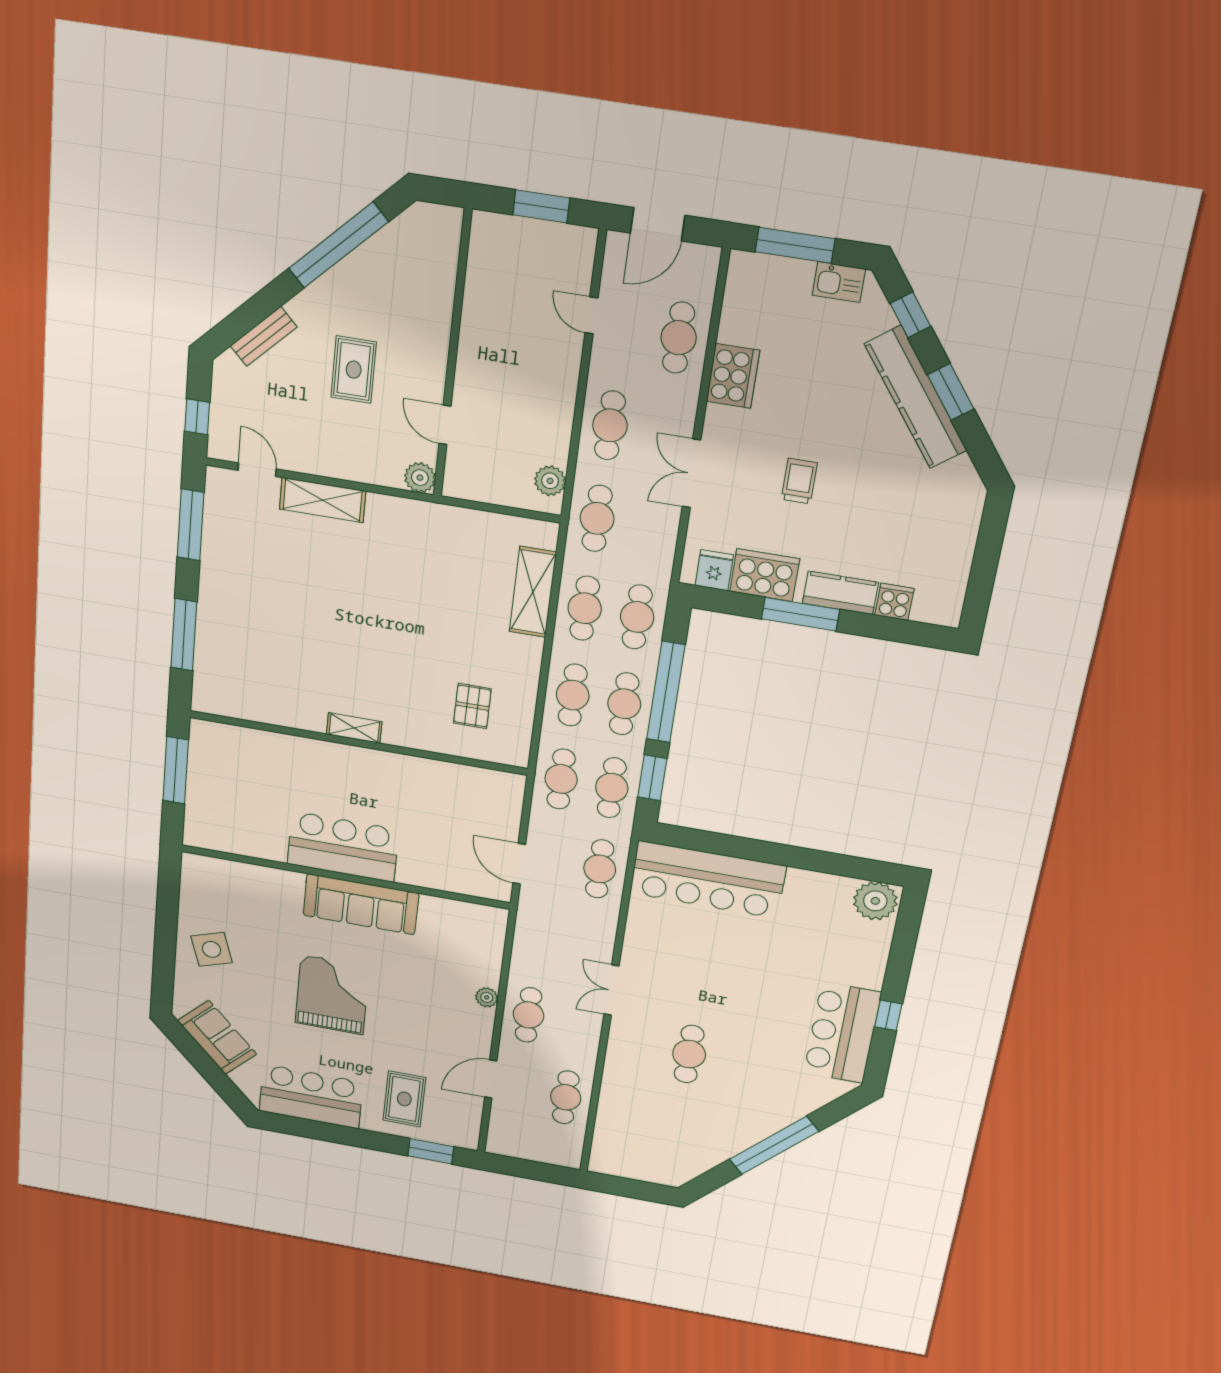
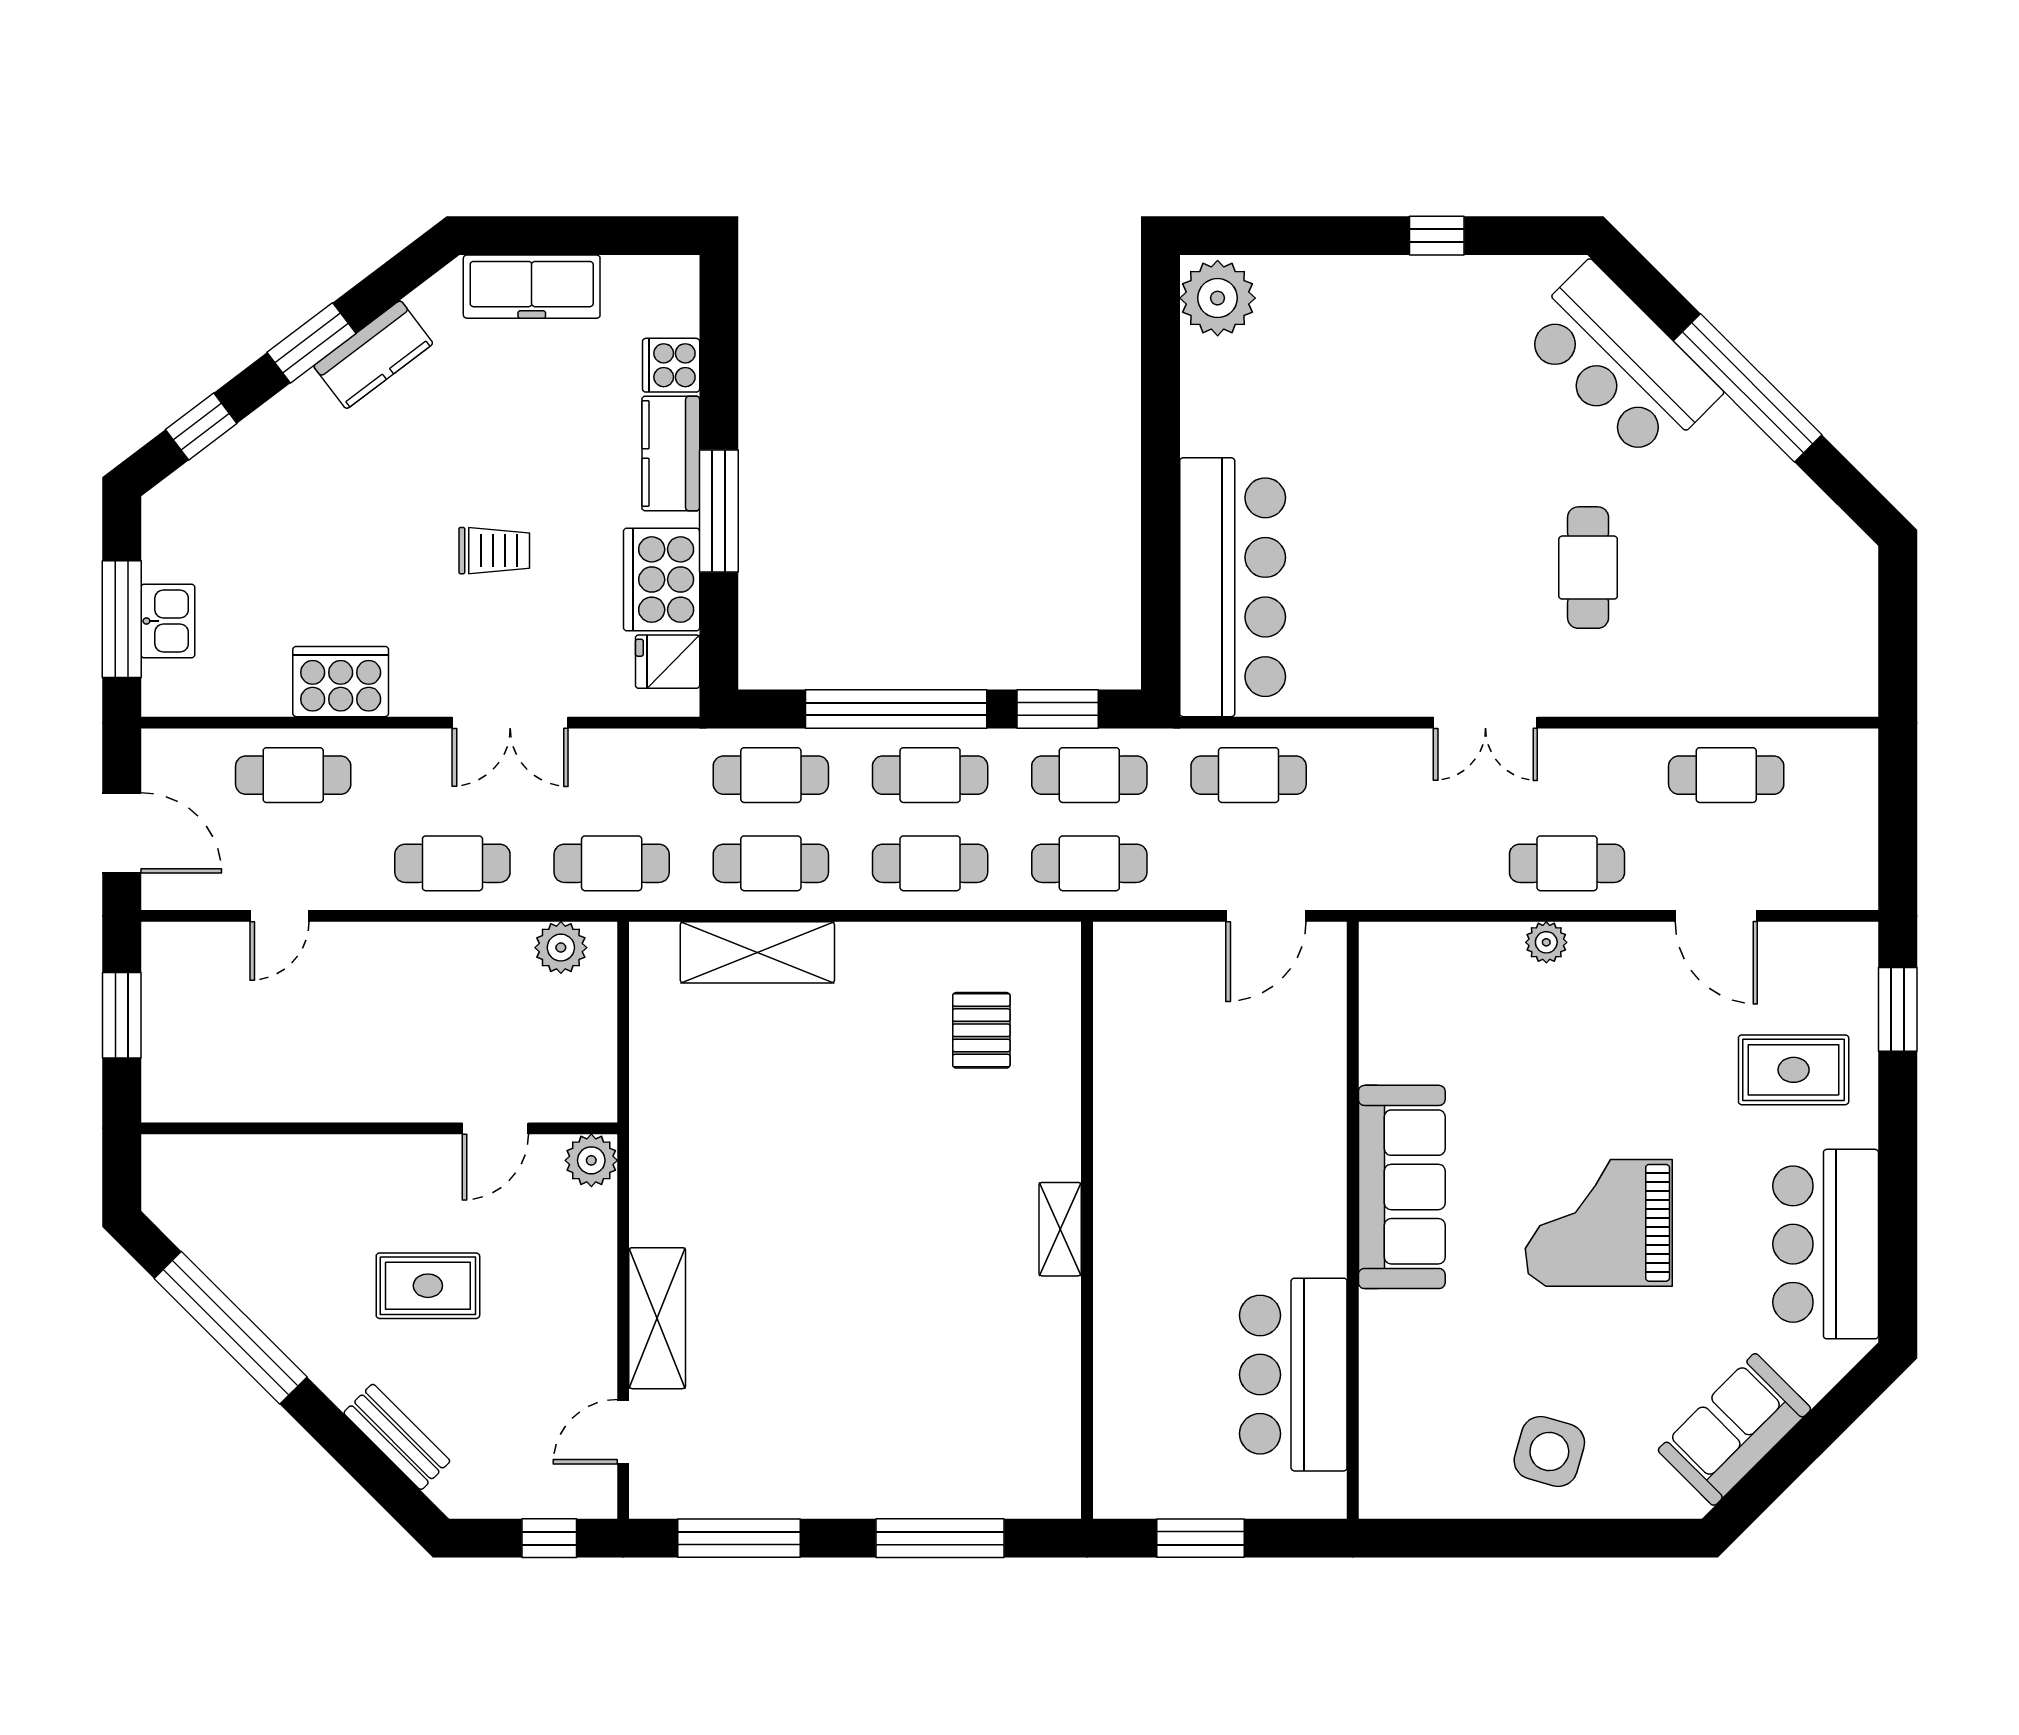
kitchen sink: (839, 282) -> (168, 621), moved
kitchen counter: (916, 397) -> (373, 355), width x0.48, depth x0.86
trolley: (799, 481) -> (494, 551), turned 180
freezer: (959, 530) -> (532, 287), added
pallet: (472, 706) -> (981, 1030), turned 90
window: (176, 770) -> (1200, 1538), width x0.69
bar counter: (343, 847) -> (1293, 1375), moved
side table: (212, 949) -> (1549, 1451), turned 34
bar counter: (842, 1033) -> (1620, 362), moved, turned 45
cafe table: (689, 1054) -> (1588, 568), turned 90

